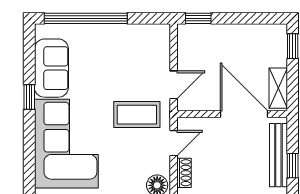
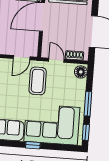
door: (174, 85) -> (22, 58), swing flipped
window: (29, 97) -> (33, 145), moved

